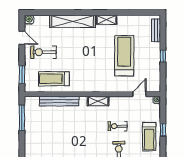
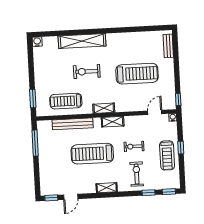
shelving: (106, 20) -> (104, 108), moved
door: (22, 38) -> (31, 61), removed
exercise bike: (43, 52) -> (87, 71), moved
treadmill: (124, 56) -> (137, 74), turned 90
window: (163, 56) -> (178, 99), moved
treadmill: (77, 131) -> (92, 154), added

